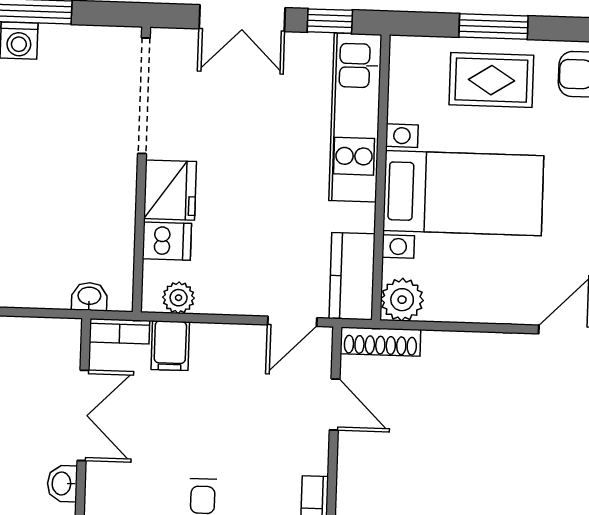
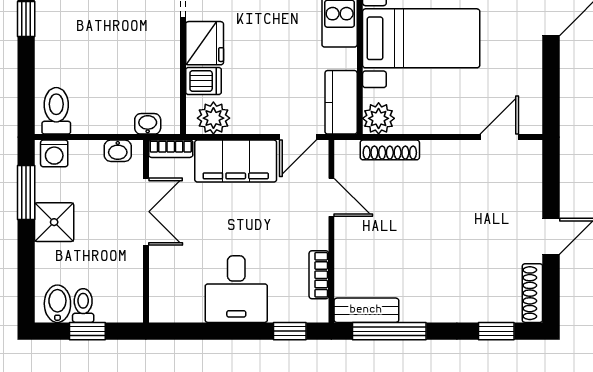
plant: (179, 298) -> (213, 118), width x1.38, depth x1.38
shoe rack: (380, 342) -> (390, 150), moved
filing cabinet: (170, 346) -> (236, 161), width x3.00, depth x1.17
washbasin: (62, 484) -> (118, 151), moved, turned -90

